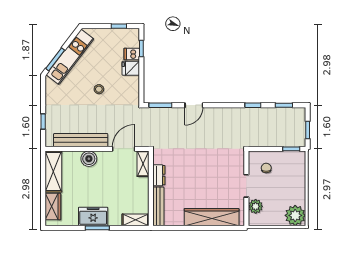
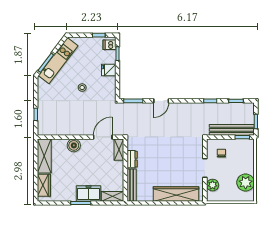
dishwasher: (132, 54) -> (109, 45), moved
bench: (81, 140) -> (232, 130), moved
plant: (295, 215) -> (246, 183), moved
freezer: (93, 216) -> (88, 193), moved

